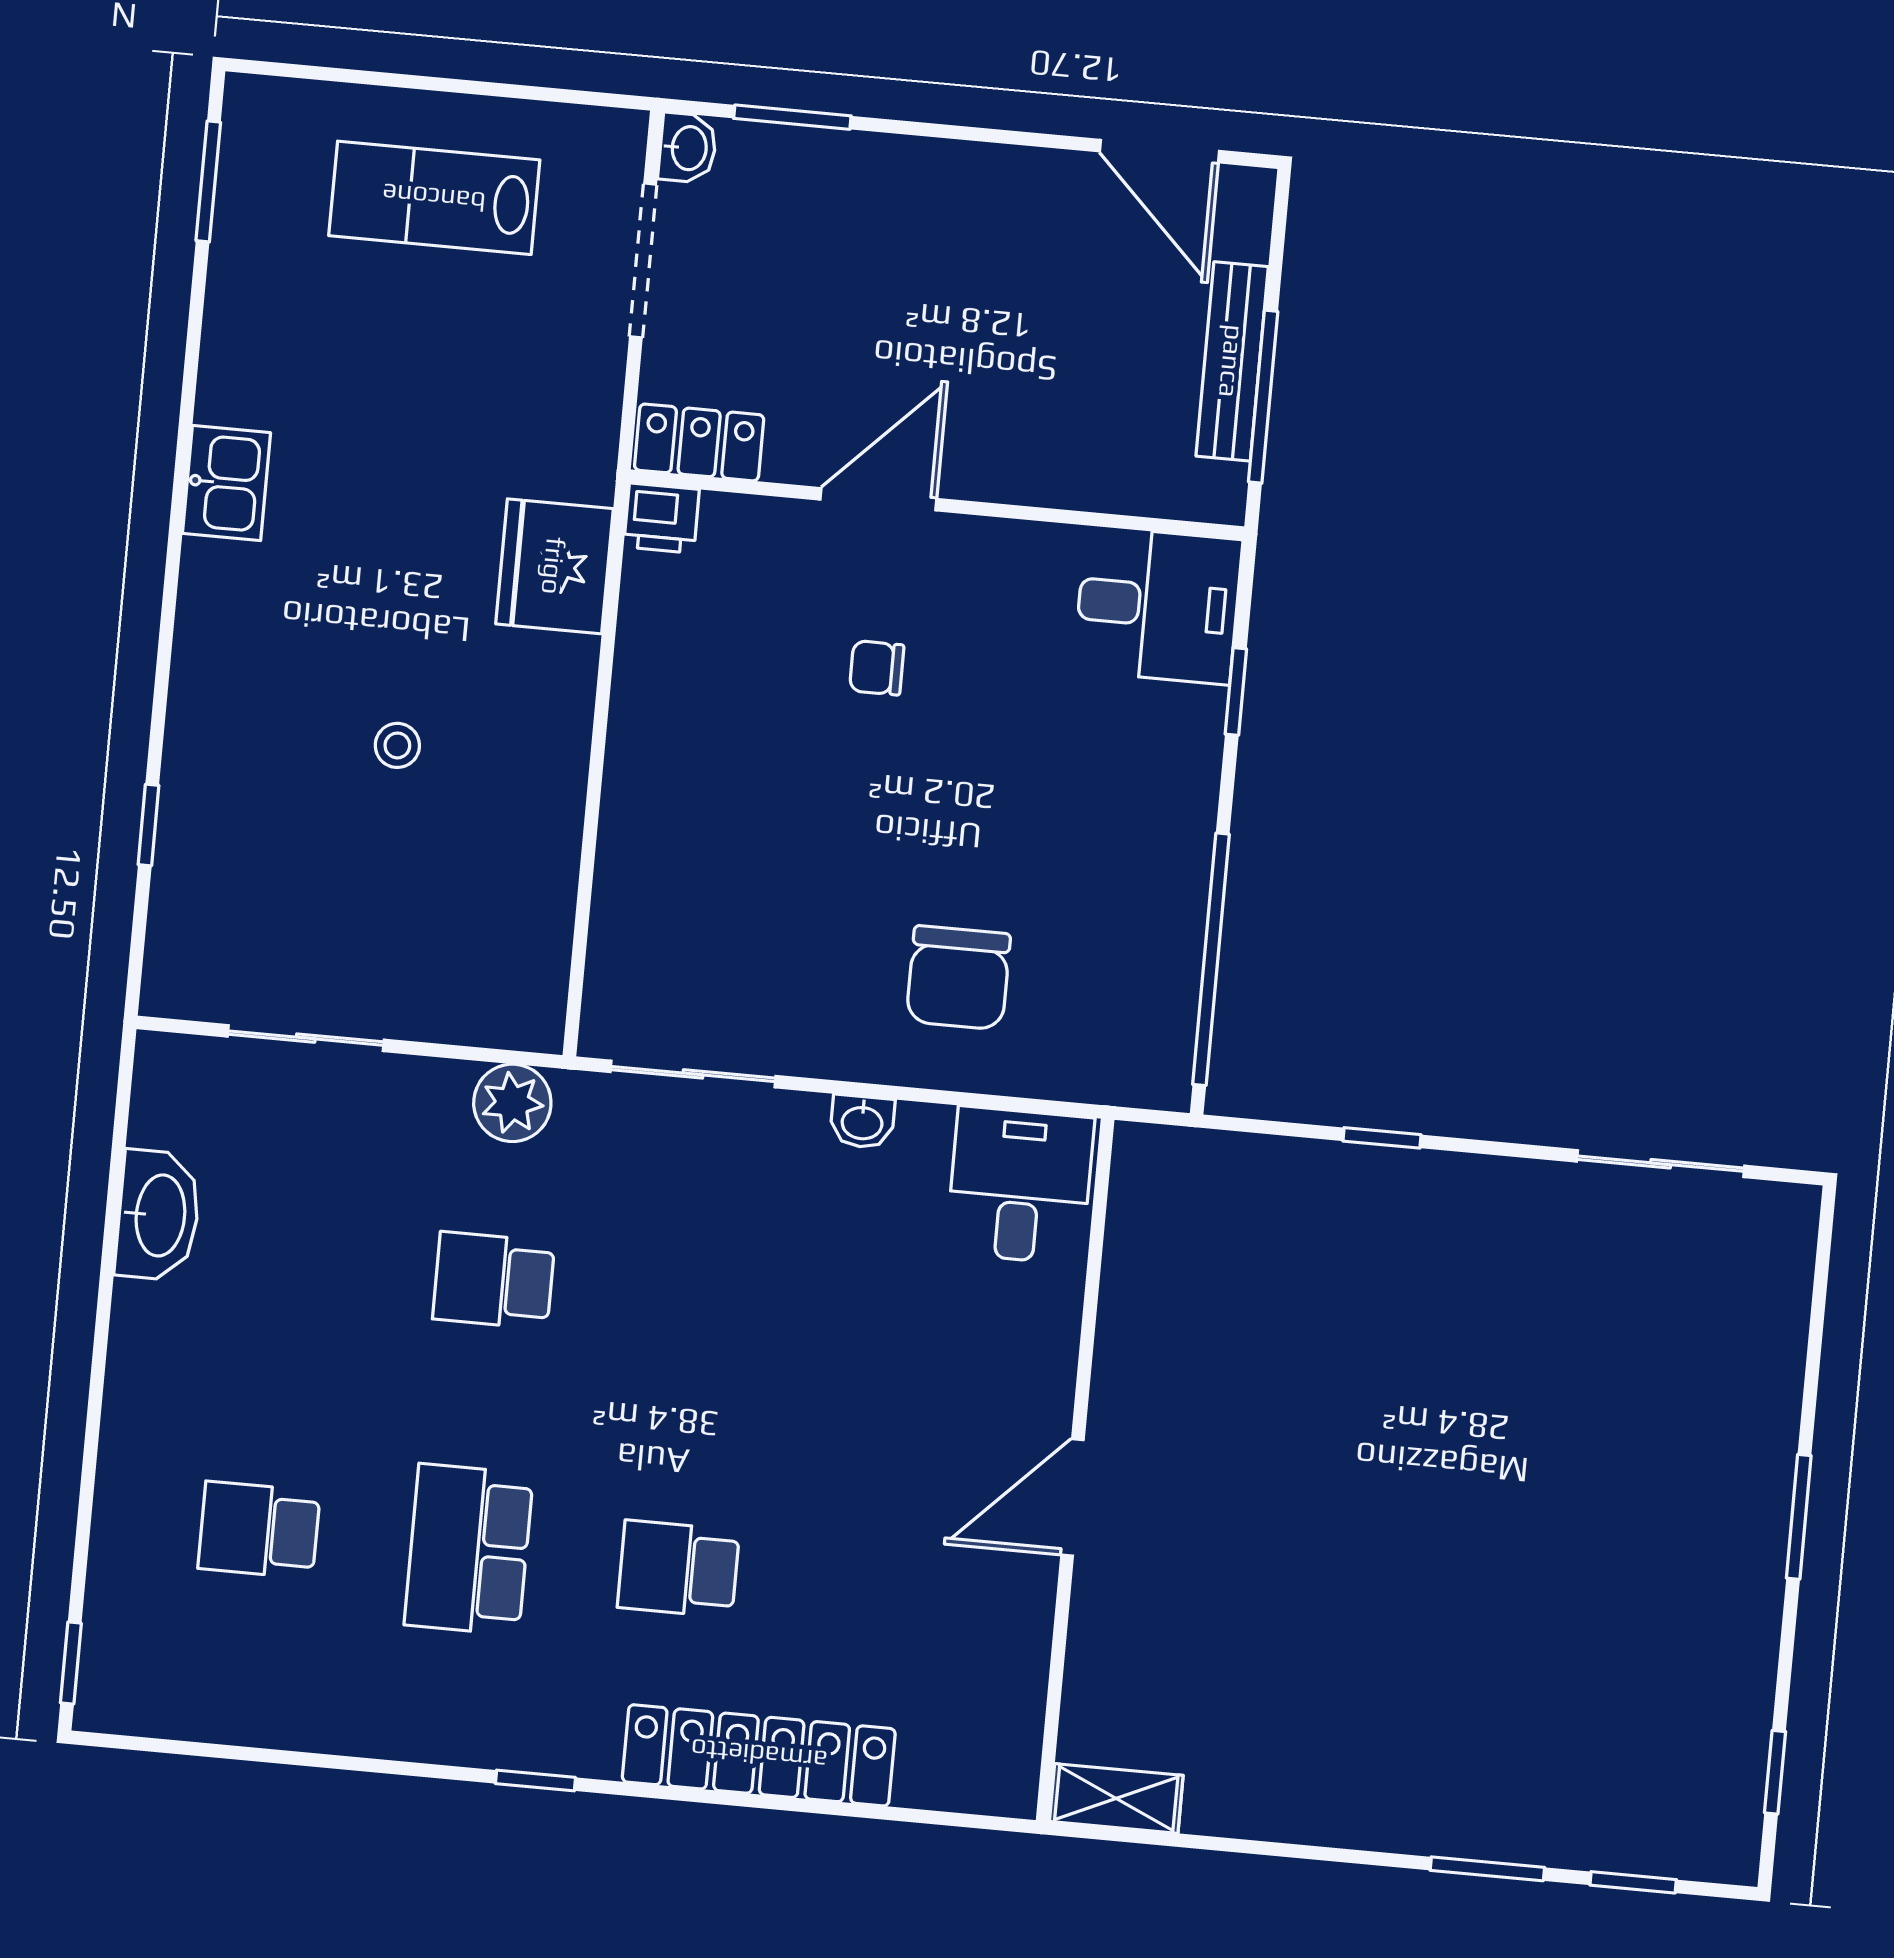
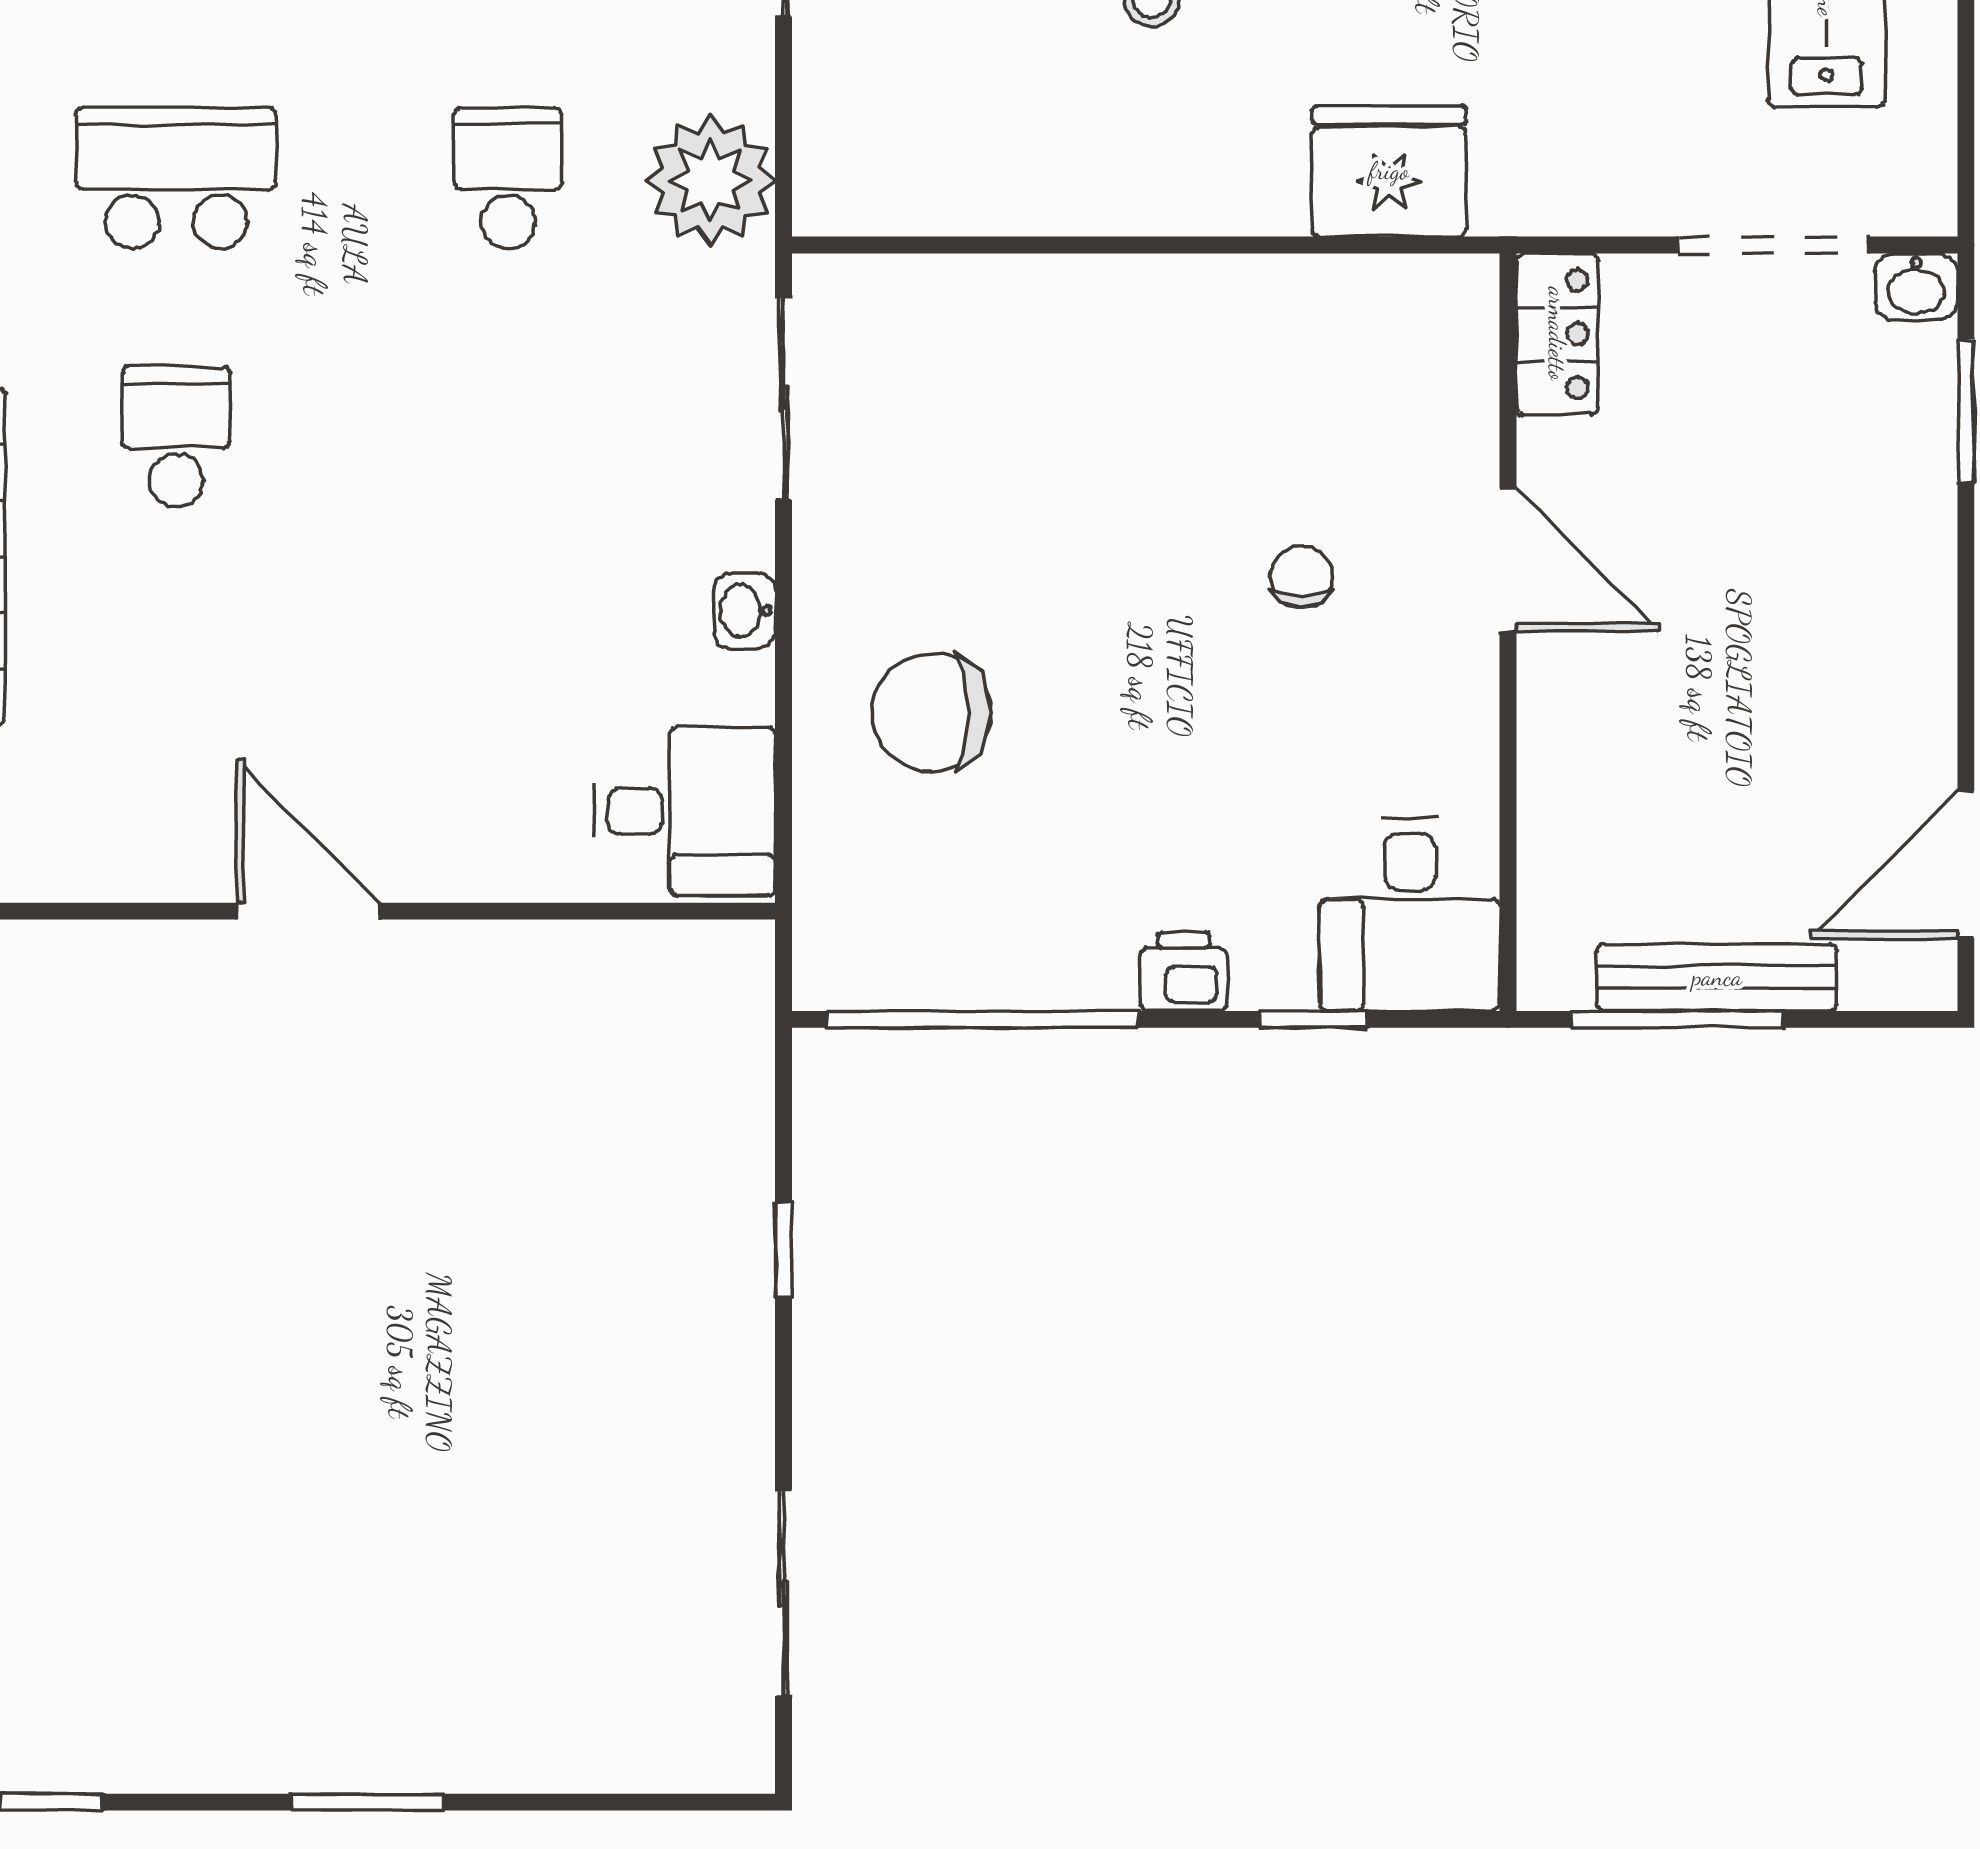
printer: (661, 518) -> (1183, 972), moved, turned 90
plant: (512, 1103) -> (710, 181), width x1.36, depth x1.36

